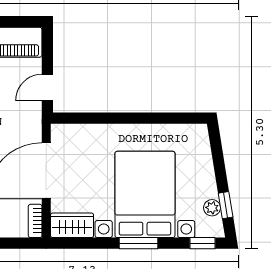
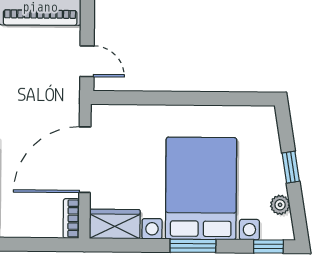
door: (47, 87) -> (87, 61), swing flipped
window: (226, 205) -> (291, 167), moved

